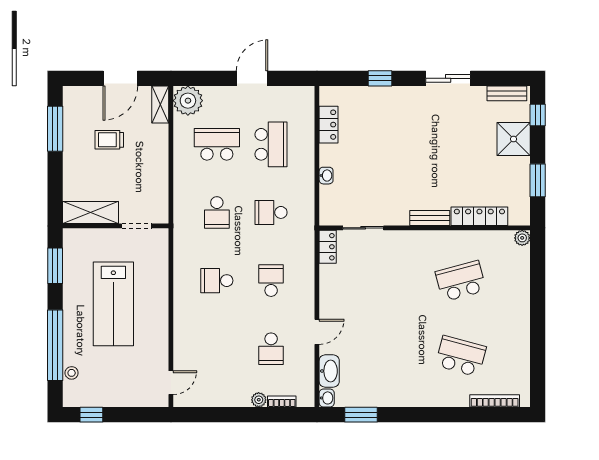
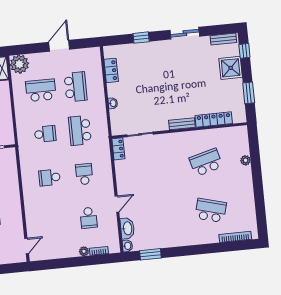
school desk: (217, 212) -> (45, 134), turned -90
school desk: (271, 212) -> (80, 130), width x1.85
plant: (522, 238) -> (245, 160), moved

